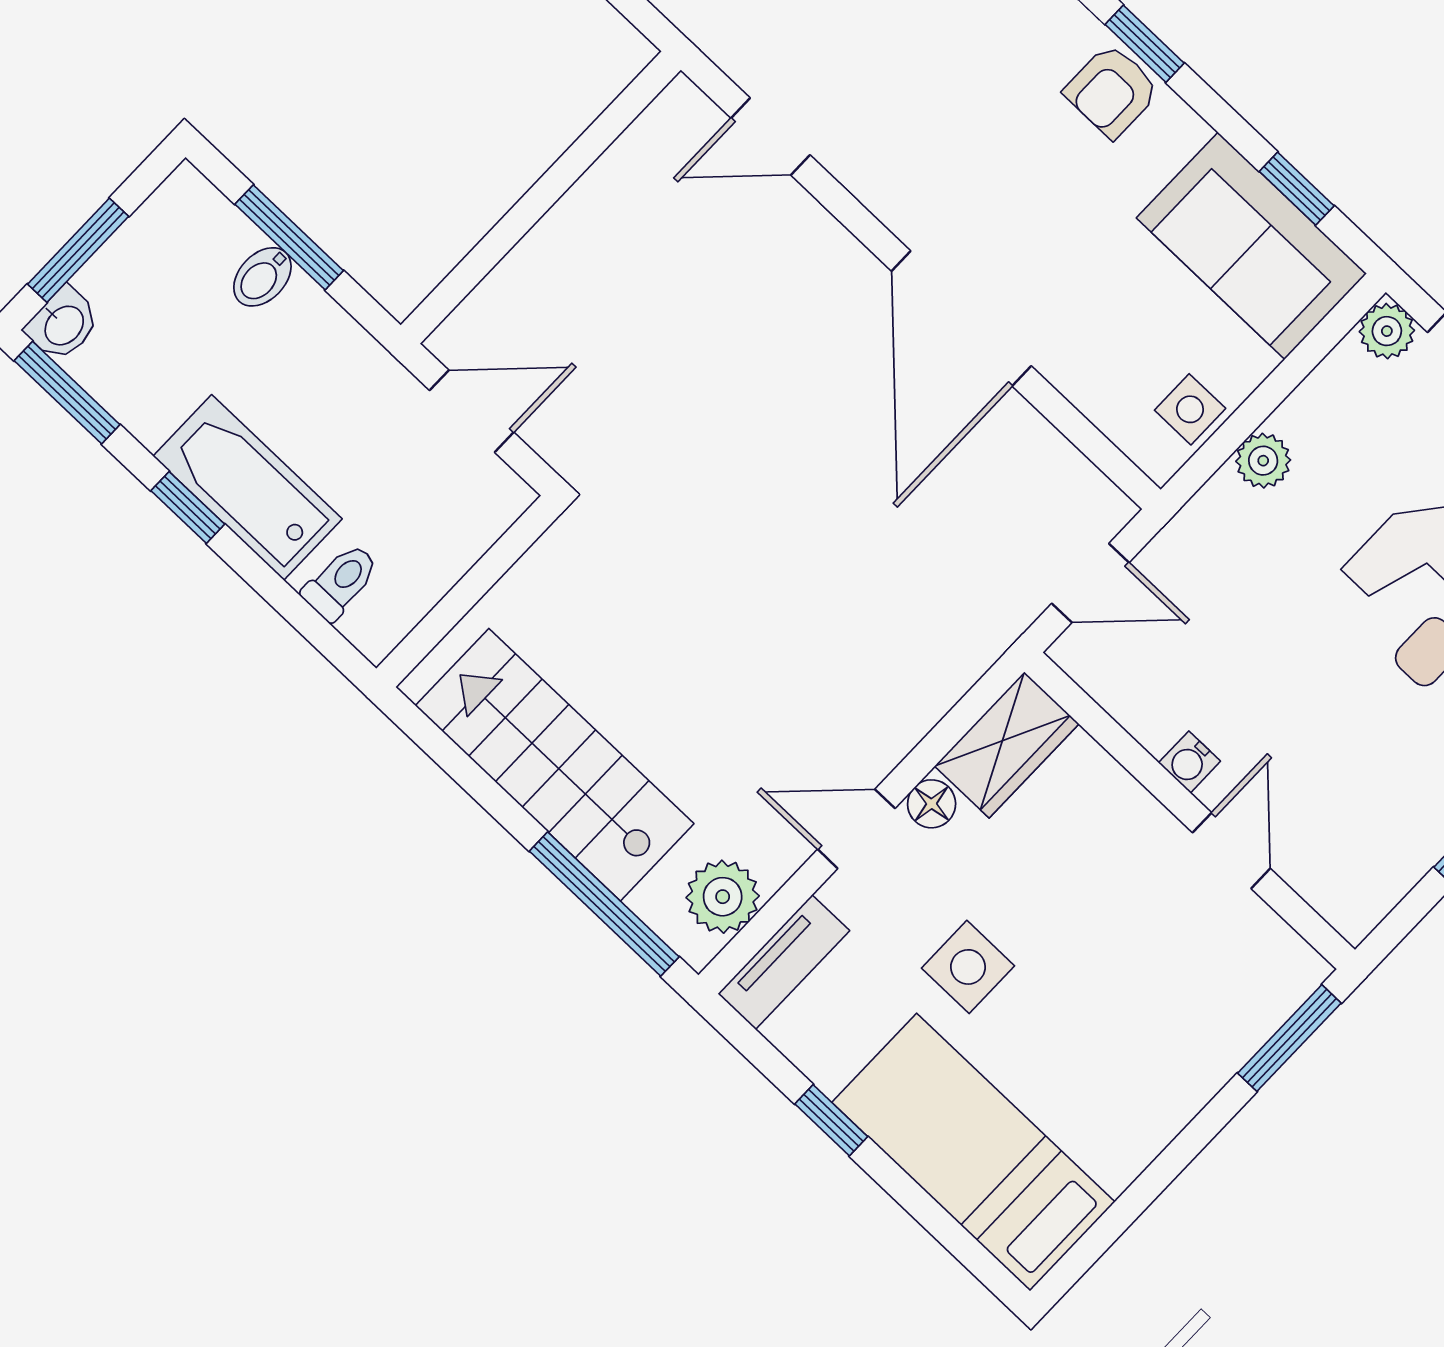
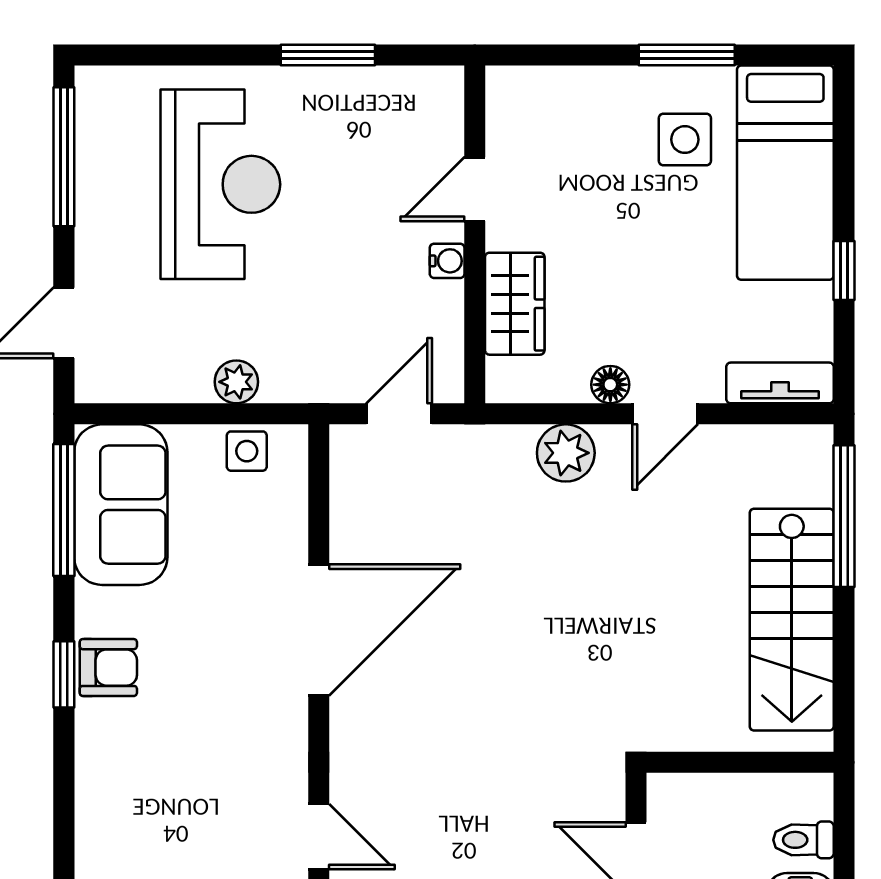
window: (1297, 189) -> (64, 510), width x2.17
plant: (1387, 331) -> (96, 382), removed
door: (1090, 583) -> (399, 414), hinge flipped
wardrobe: (1007, 745) -> (515, 304), moved, turned 90
door: (856, 829) -> (665, 414), hinge flipped
plant: (723, 897) -> (566, 453), moved
side table: (968, 967) -> (685, 140), moved
window: (1289, 1038) -> (687, 55), moved

